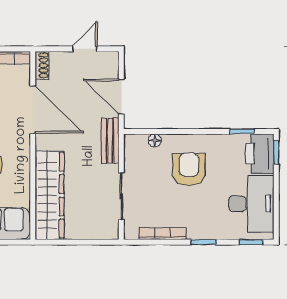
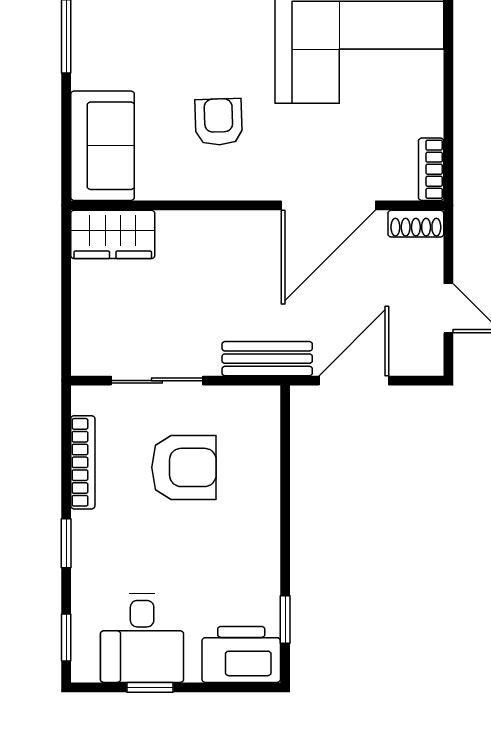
floor lamp: (155, 140) -> (267, 447), removed
window: (276, 152) -> (150, 687), moved
armchair: (189, 169) -> (184, 467), moved
wardrobe: (50, 195) -> (113, 234), width x0.48, depth x0.85
desk: (251, 204) -> (142, 638), width x0.73

